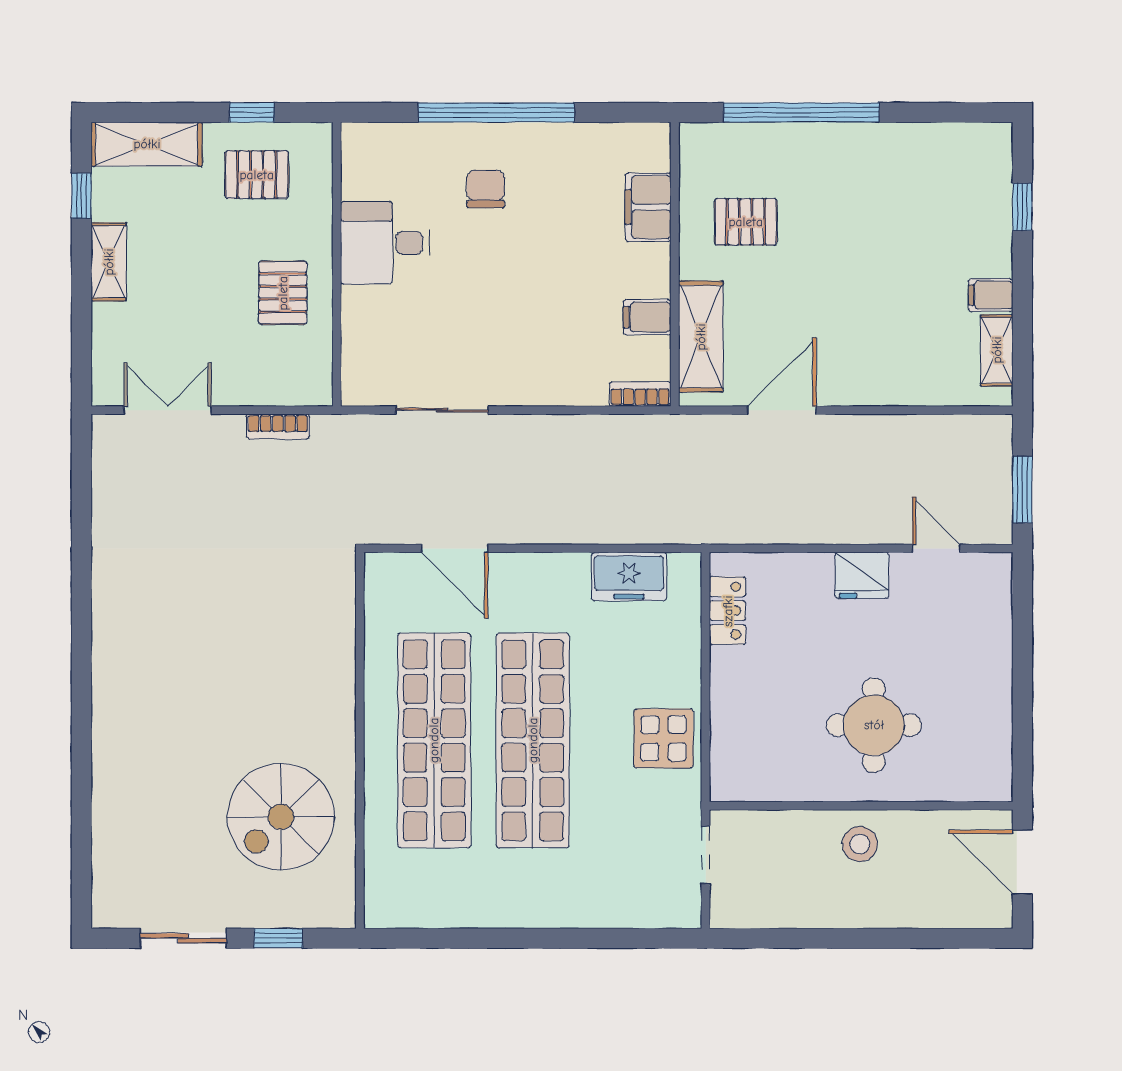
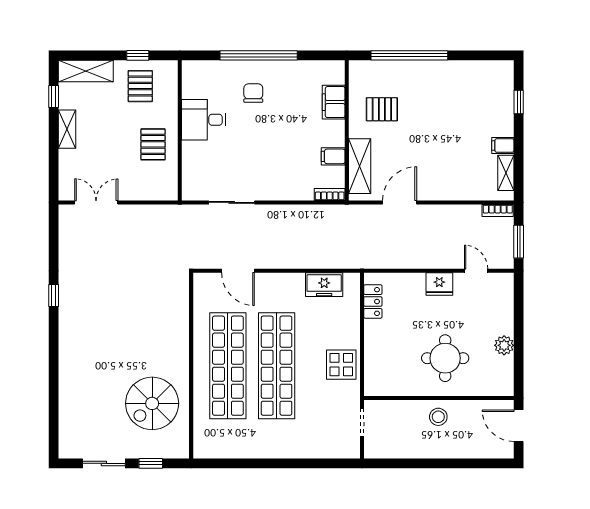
pallet: (257, 175) -> (140, 86), turned 90
bookcase: (278, 427) -> (498, 211), moved
window: (81, 598) -> (54, 295), added
plant: (993, 699) -> (504, 345), added

